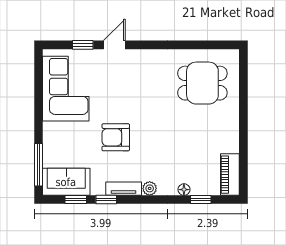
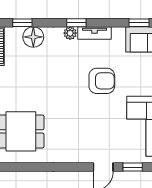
floor lamp: (184, 190) -> (33, 37), width x1.89, depth x1.89
window: (106, 200) -> (76, 23), moved

